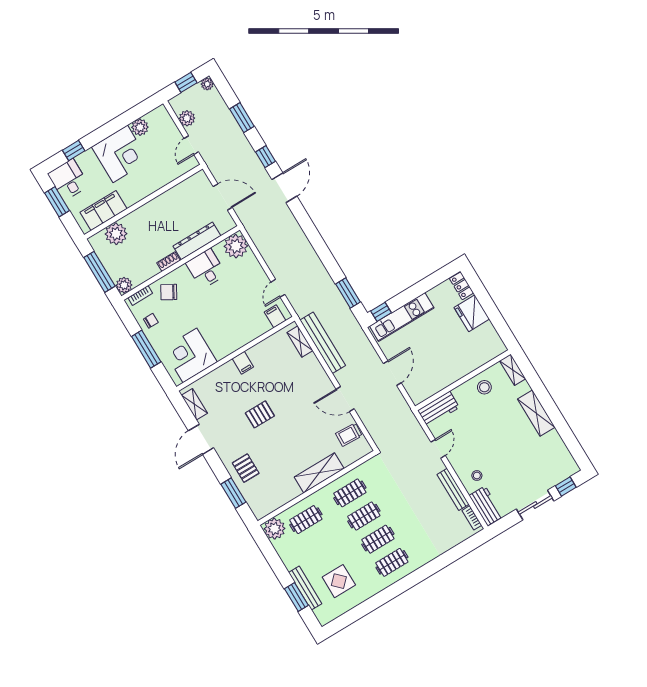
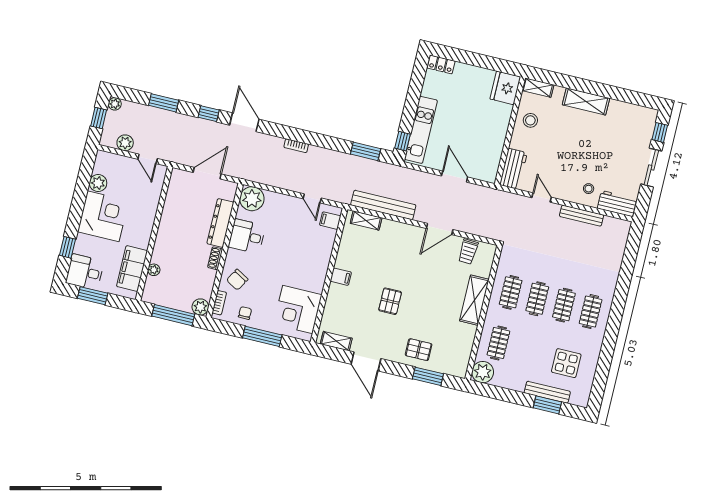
plant: (116, 234) -> (154, 270), width x0.53, depth x0.53
fridge: (472, 313) -> (505, 88), moved, turned 90
bookcase: (472, 518) -> (296, 146), moved

